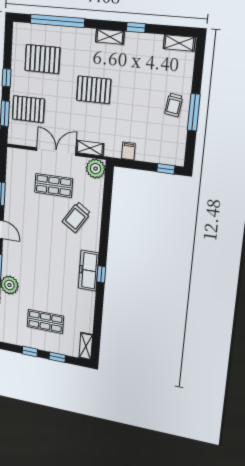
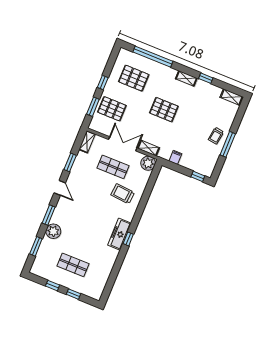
trolley: (76, 217) -> (123, 194), turned 62
shelving: (86, 346) -> (87, 142), moved

